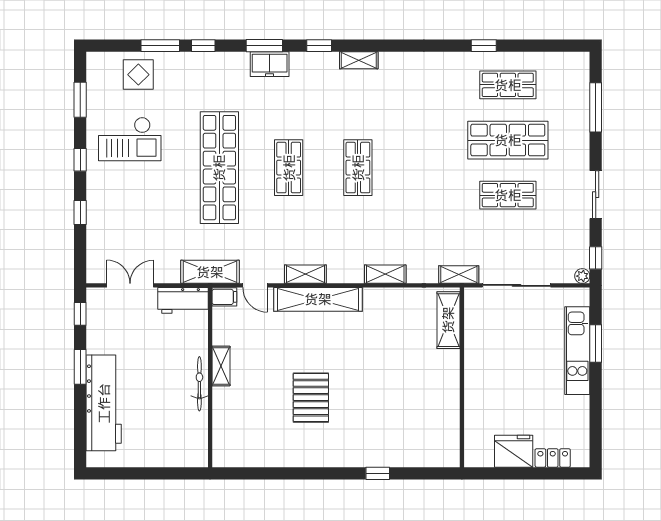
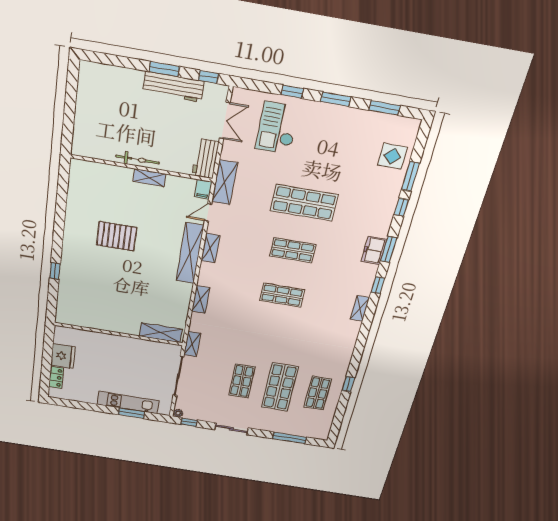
checkout: (130, 139) -> (277, 128), moved
window: (80, 160) -> (336, 99), width x1.50
shop shelf: (219, 168) -> (304, 203), width x0.71
workbench: (104, 403) -> (174, 87), moved, width x0.73, depth x0.76

